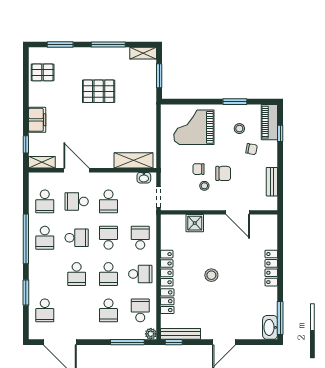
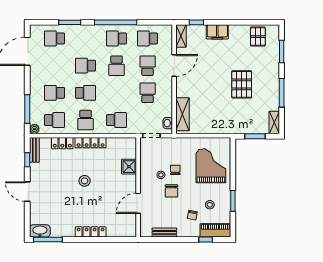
school desk: (108, 201) -> (148, 93), turned 90
school desk: (108, 238) -> (117, 93), removed
school desk: (108, 274) -> (86, 93), turned 180
bench: (180, 334) -> (34, 150), width x0.73
window: (174, 342) -> (27, 160), moved

